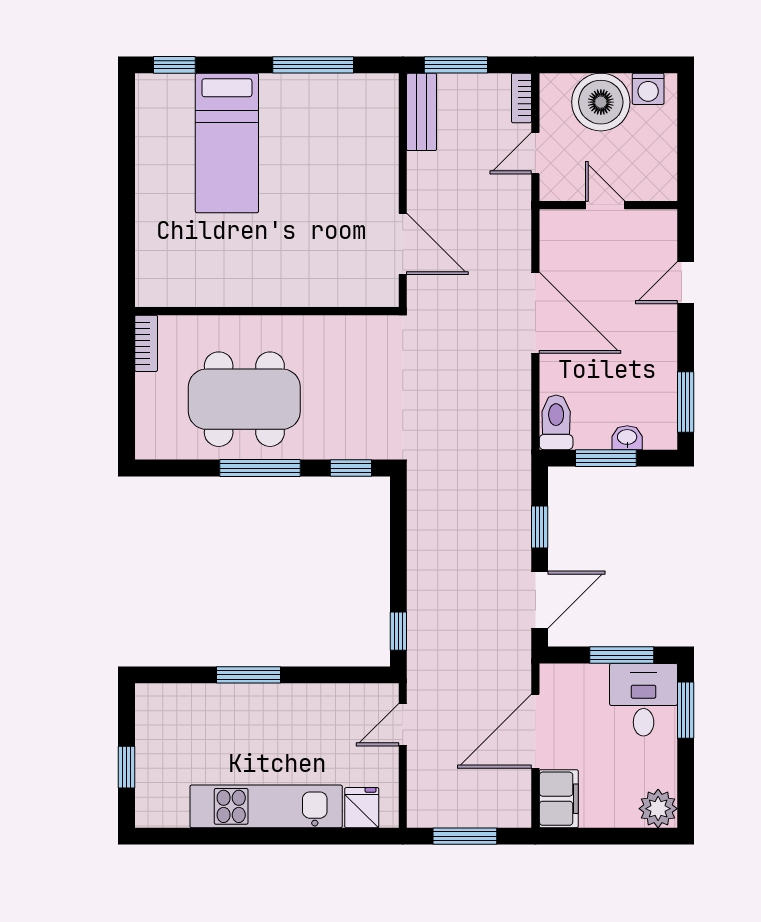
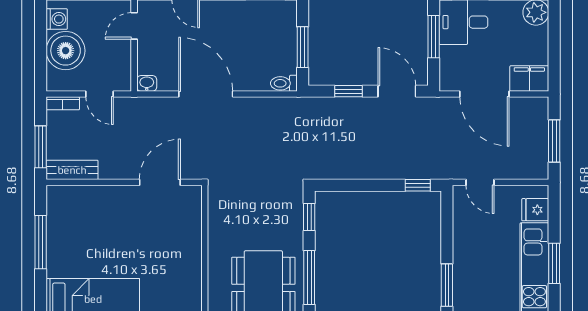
door: (605, 205) -> (134, 26), moved
door: (535, 313) -> (206, 94), hinge flipped
toilet: (556, 422) -> (284, 83), width x0.73, depth x0.72
washbasin: (627, 438) -> (147, 83), moved, turned 90
window: (281, 836) -> (554, 263), added

